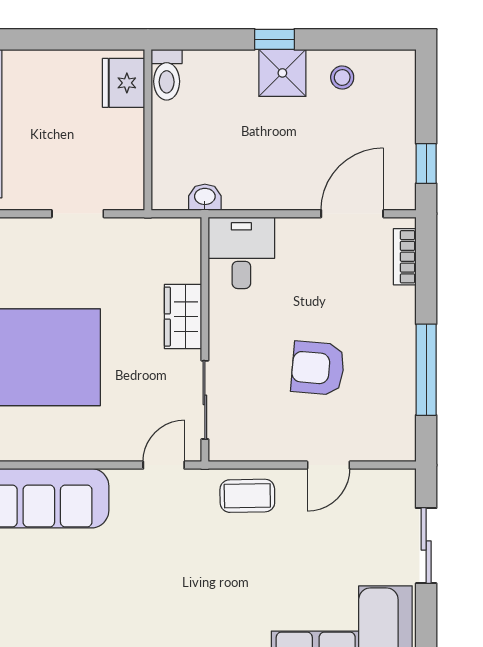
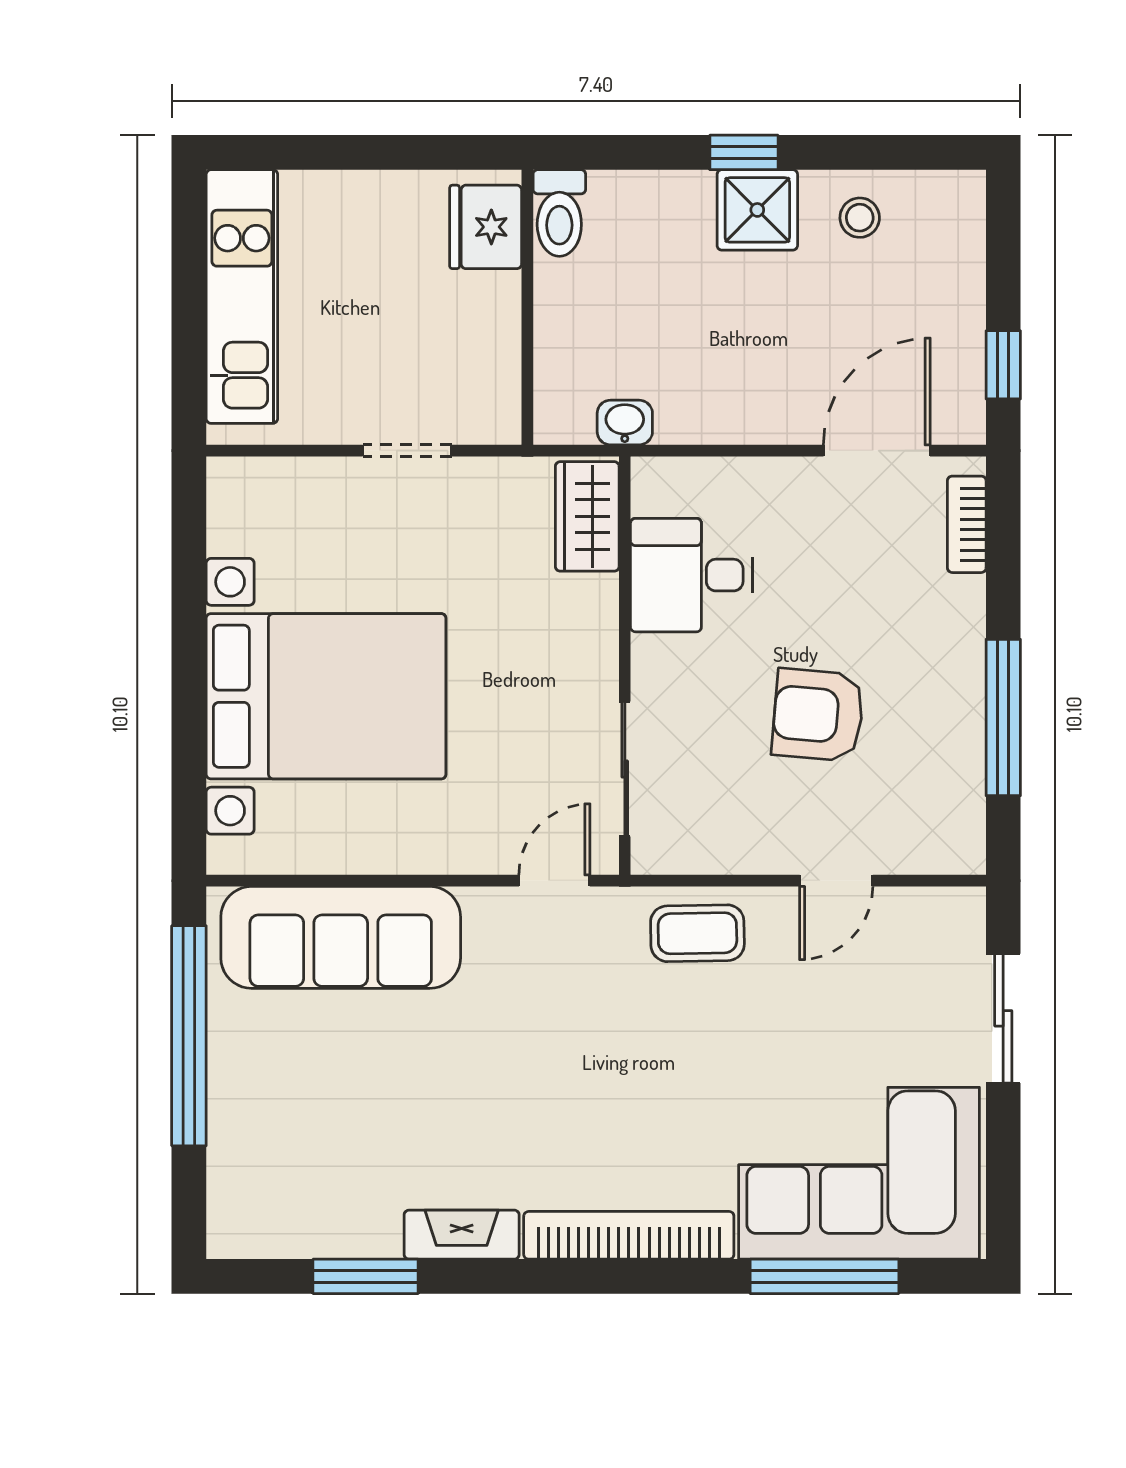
desk: (241, 253) -> (692, 575), moved, turned -90
wardrobe: (183, 317) -> (587, 516), moved

